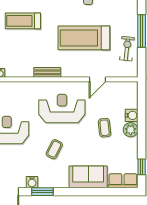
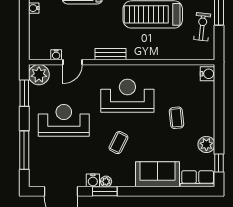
door: (98, 79) -> (73, 62), moved
water cooler: (132, 115) -> (207, 74), moved
plant: (131, 130) -> (206, 144), moved
plant: (43, 183) -> (106, 181), added

